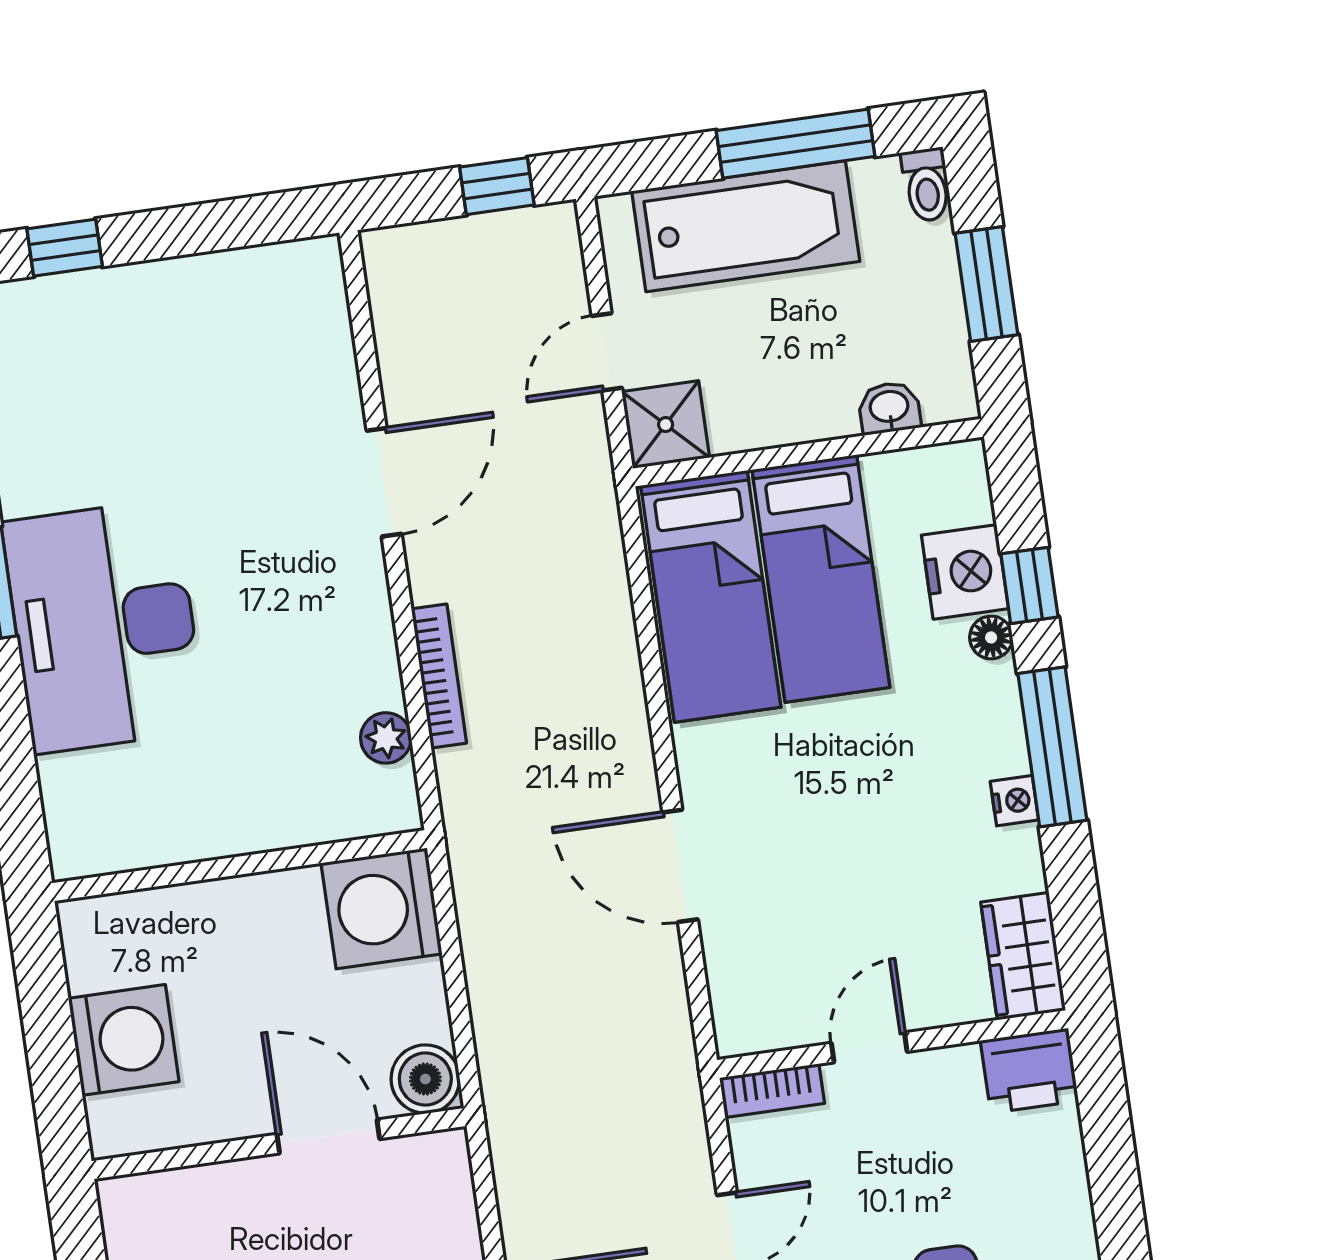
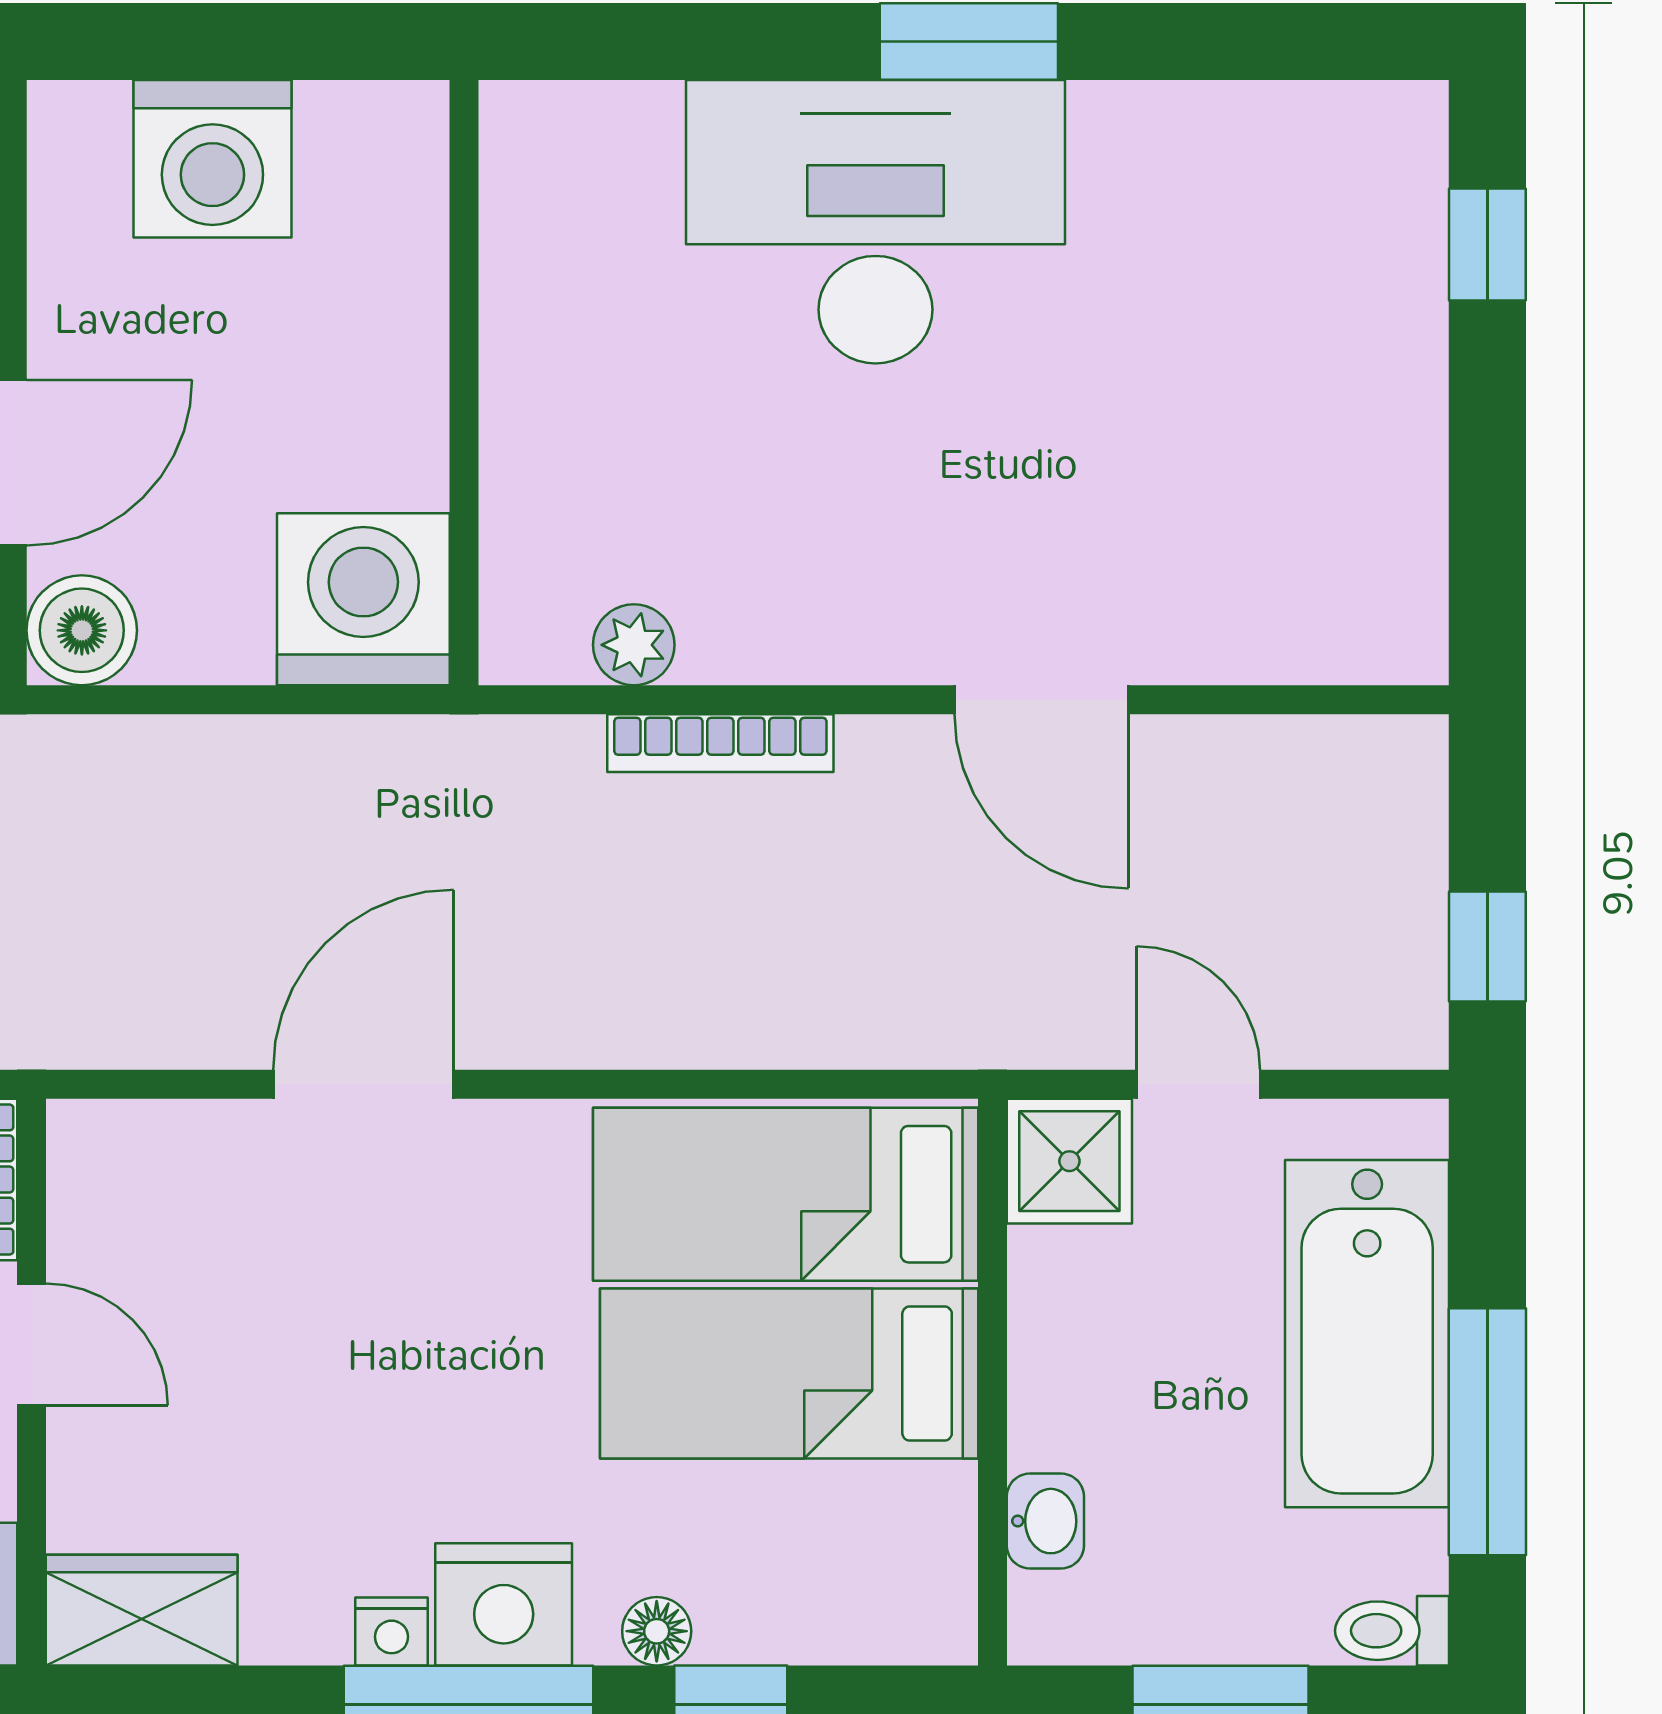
nightstand: (965, 572) -> (504, 1604), moved

